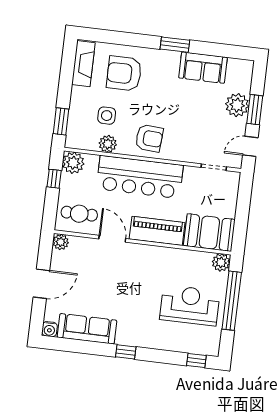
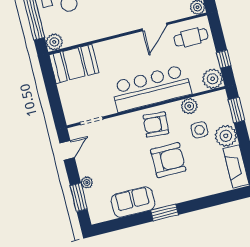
armchair: (124, 73) -> (168, 160), moved
plant: (82, 99) -> (226, 136), added
plant: (237, 105) -> (87, 183), width x0.53, depth x0.53
window: (255, 110) -> (79, 197), moved
piano: (157, 231) -> (119, 48), removed
door: (112, 239) -> (155, 27), hinge flipped

